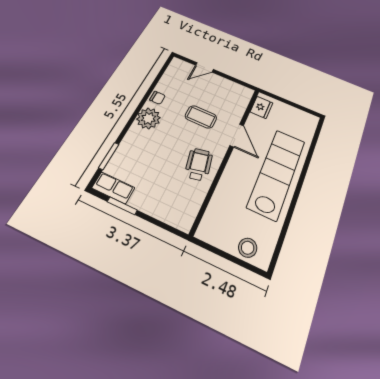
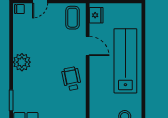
chair: (157, 98) -> (19, 9), moved
coffee table: (201, 117) -> (73, 18), moved, turned 90

